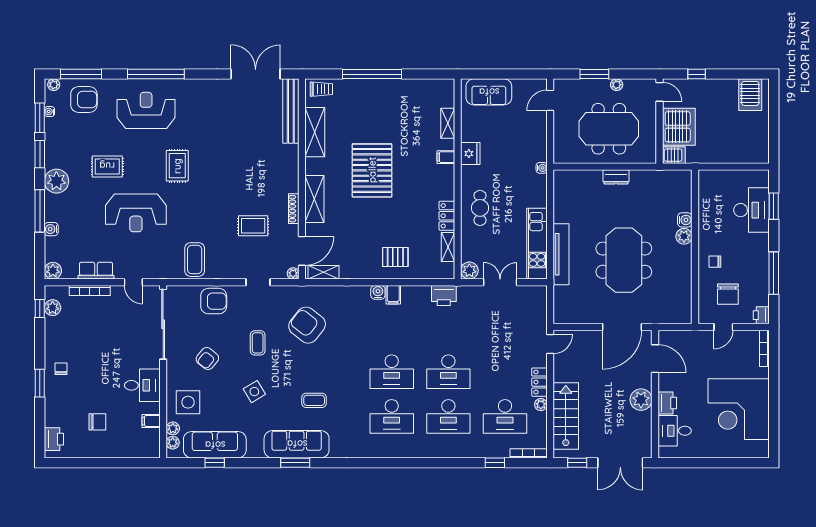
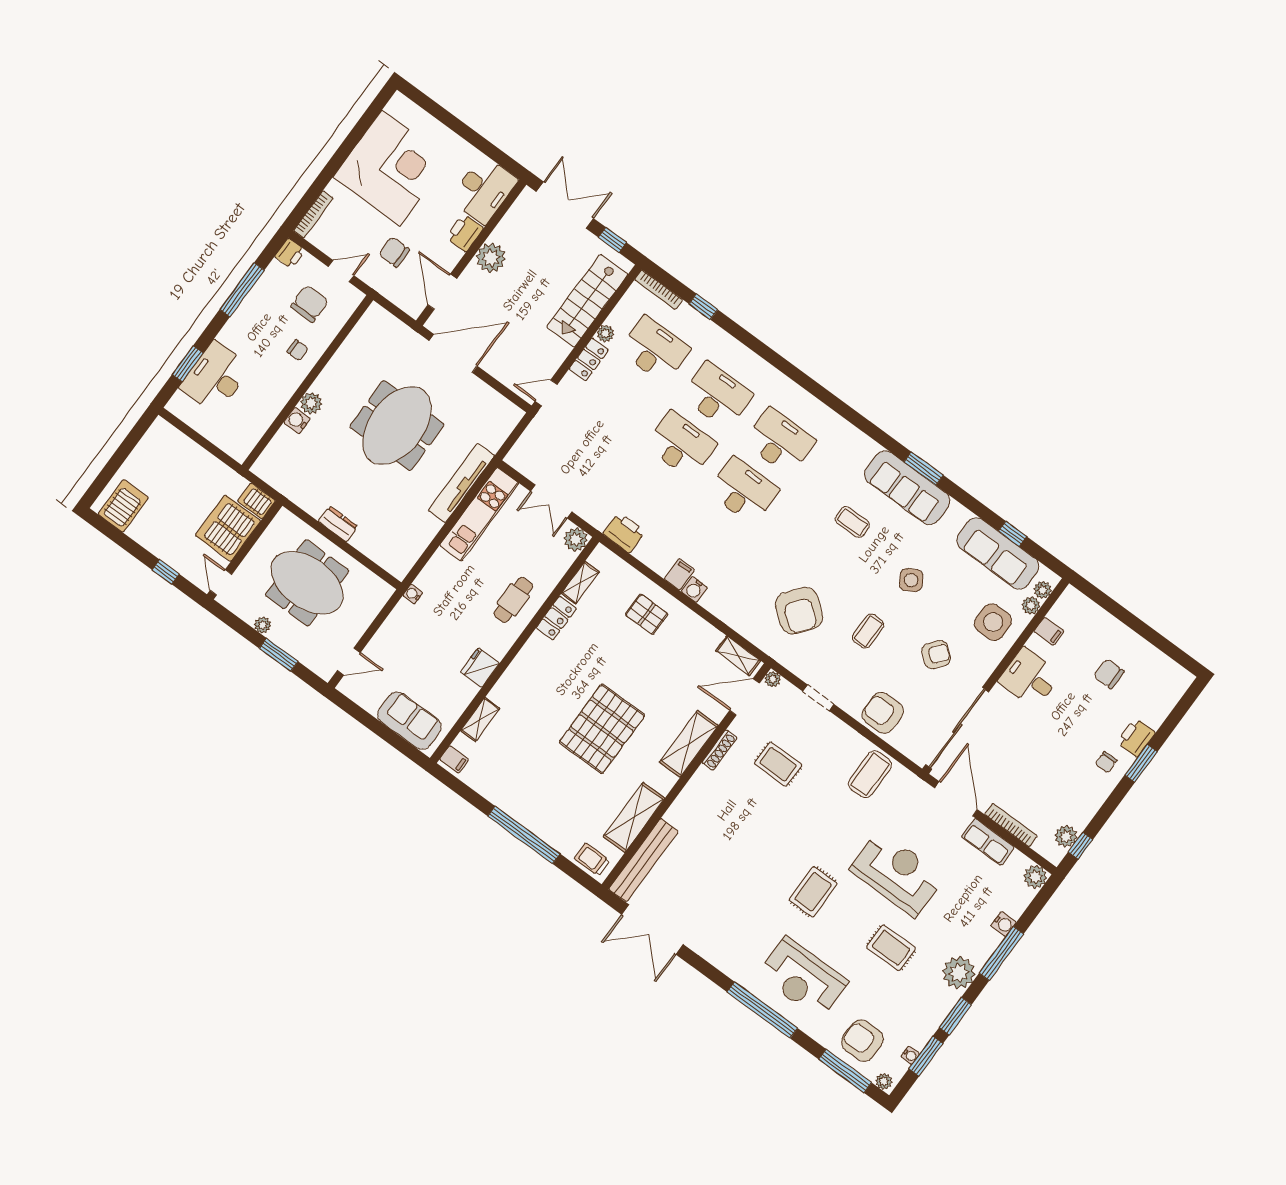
filing cabinet: (446, 157) -> (454, 759), moved
door: (133, 282) -> (956, 799), width x1.87
chair: (700, 361) -> (394, 252), added
desk: (675, 431) -> (484, 190), width x1.37
printer: (54, 439) -> (1136, 737), moved

